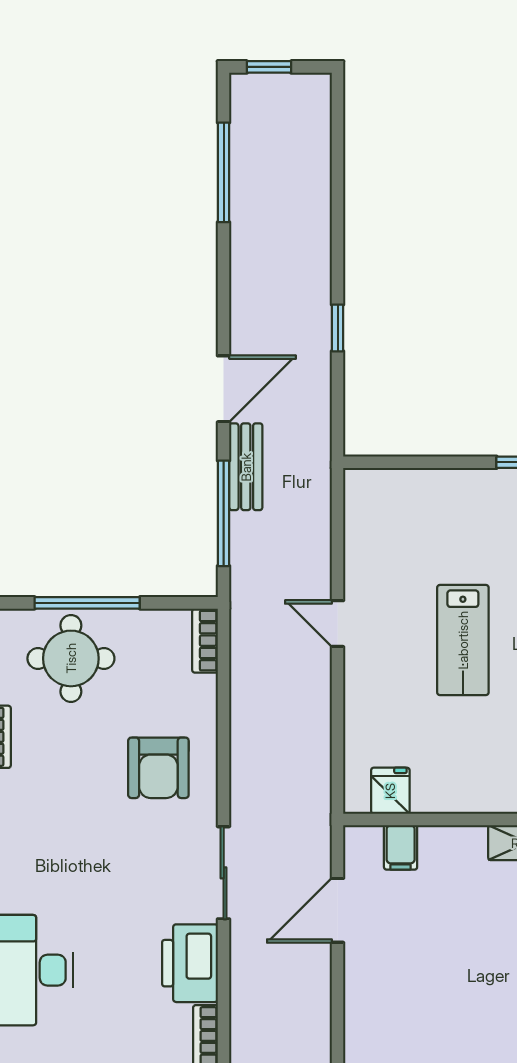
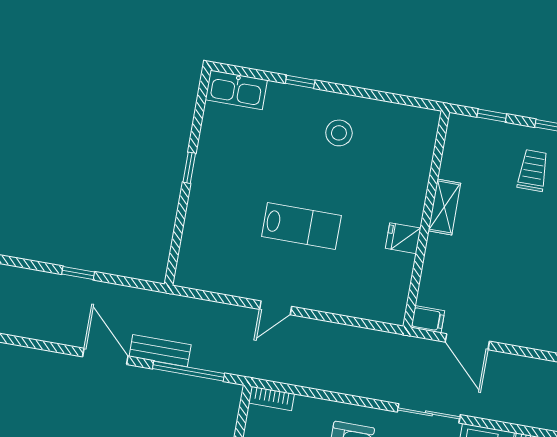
fridge: (390, 791) -> (403, 238), moved
filing cabinet: (401, 847) -> (428, 319), moved

